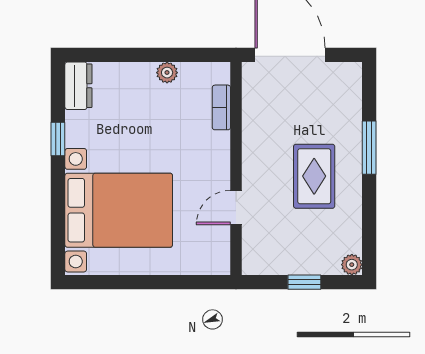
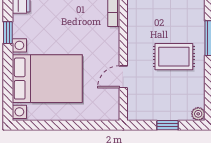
rug: (314, 176) -> (174, 57), turned 90

